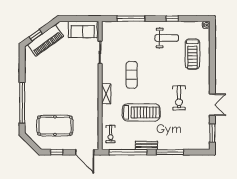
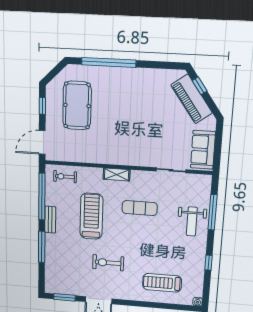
weight bench: (167, 38) -> (192, 221), moved
treadmill: (141, 112) -> (91, 216), turned 180

